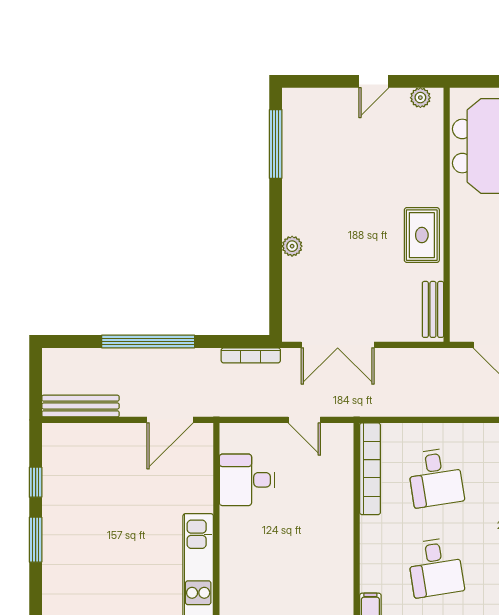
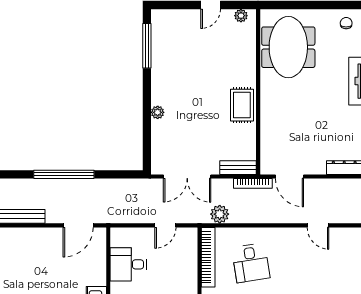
bench: (433, 309) -> (238, 168), moved, turned 90
bookcase: (251, 355) -> (253, 183), moved
plant: (388, 403) -> (220, 214), added
door: (304, 420) -> (165, 225), hinge flipped

